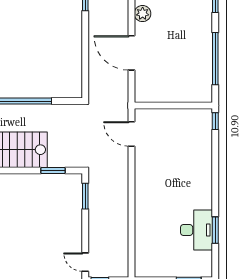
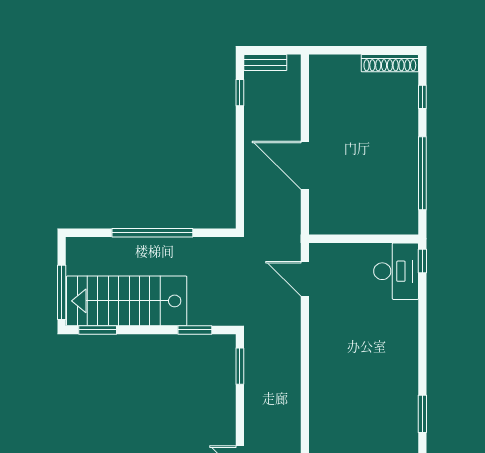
plant: (143, 14) -> (320, 110), removed
desk: (196, 230) -> (396, 271), moved

